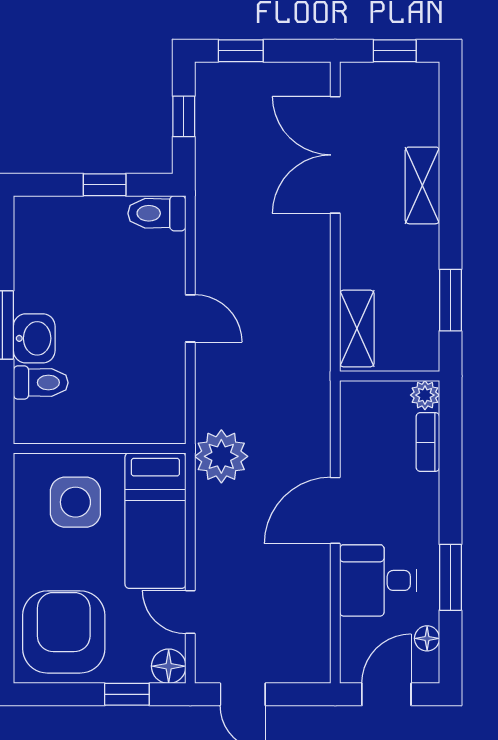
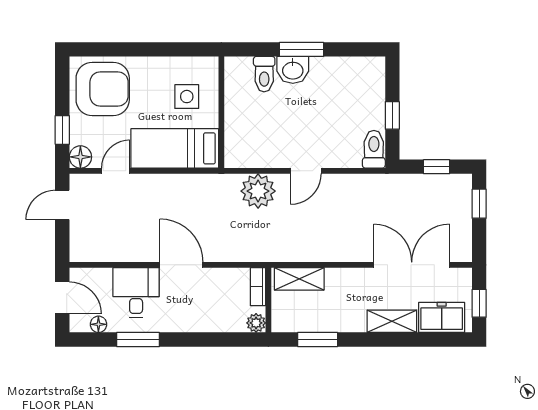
freezer: (416, 109) -> (442, 317), added
bookcase: (428, 442) -> (258, 287), moved, turned -90
plant: (221, 456) -> (258, 191), moved
side table: (75, 502) -> (187, 97), width x0.73, depth x0.73

